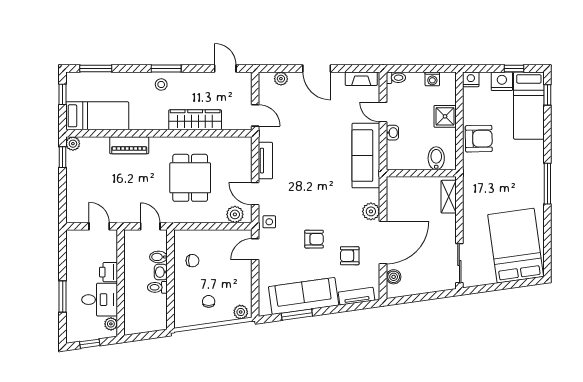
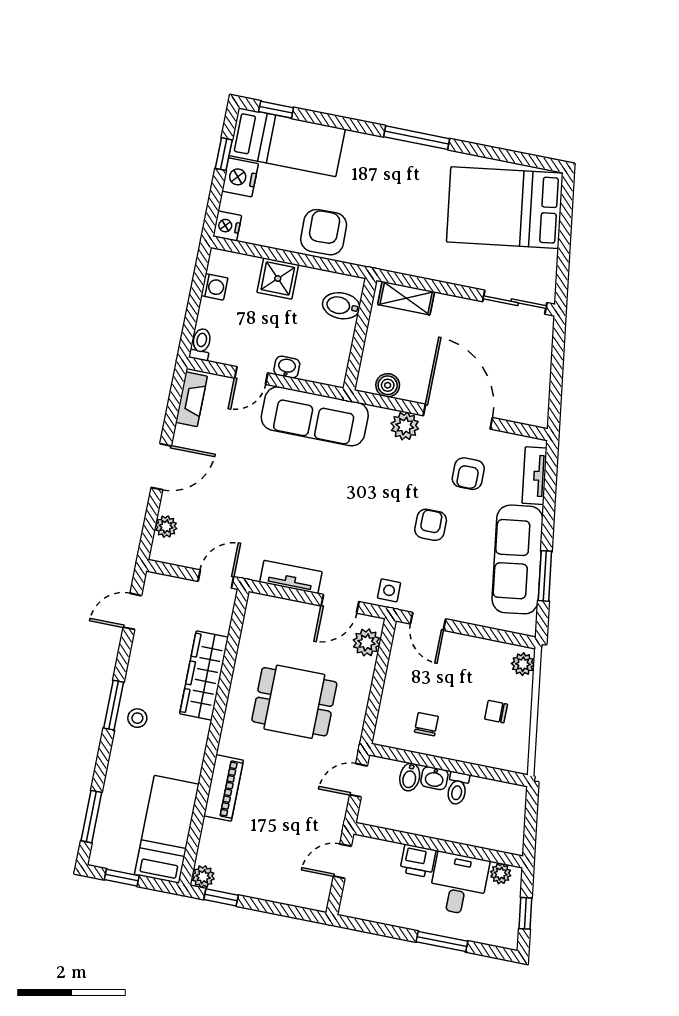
boiler: (394, 277) -> (388, 385), moved

